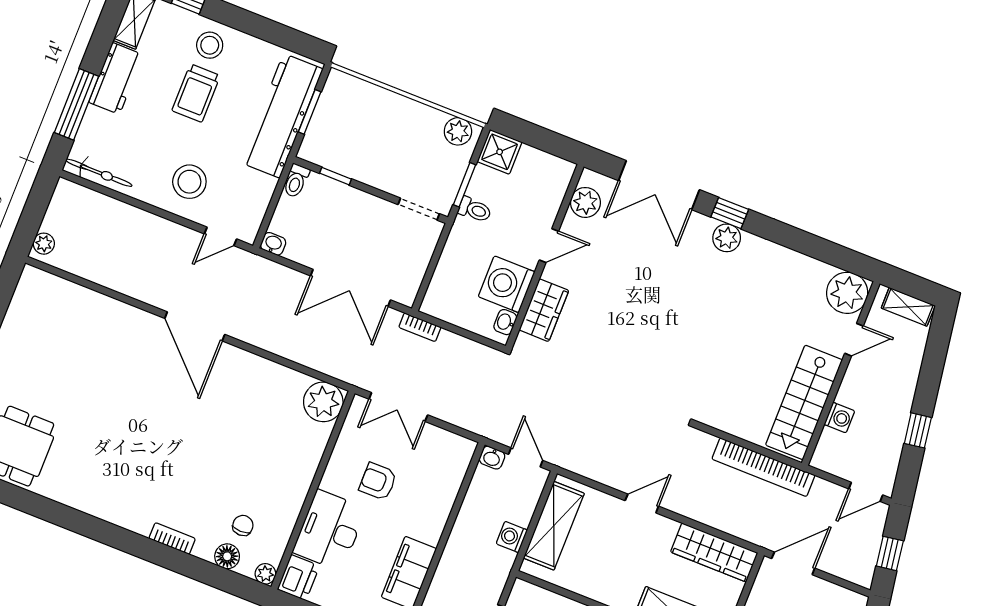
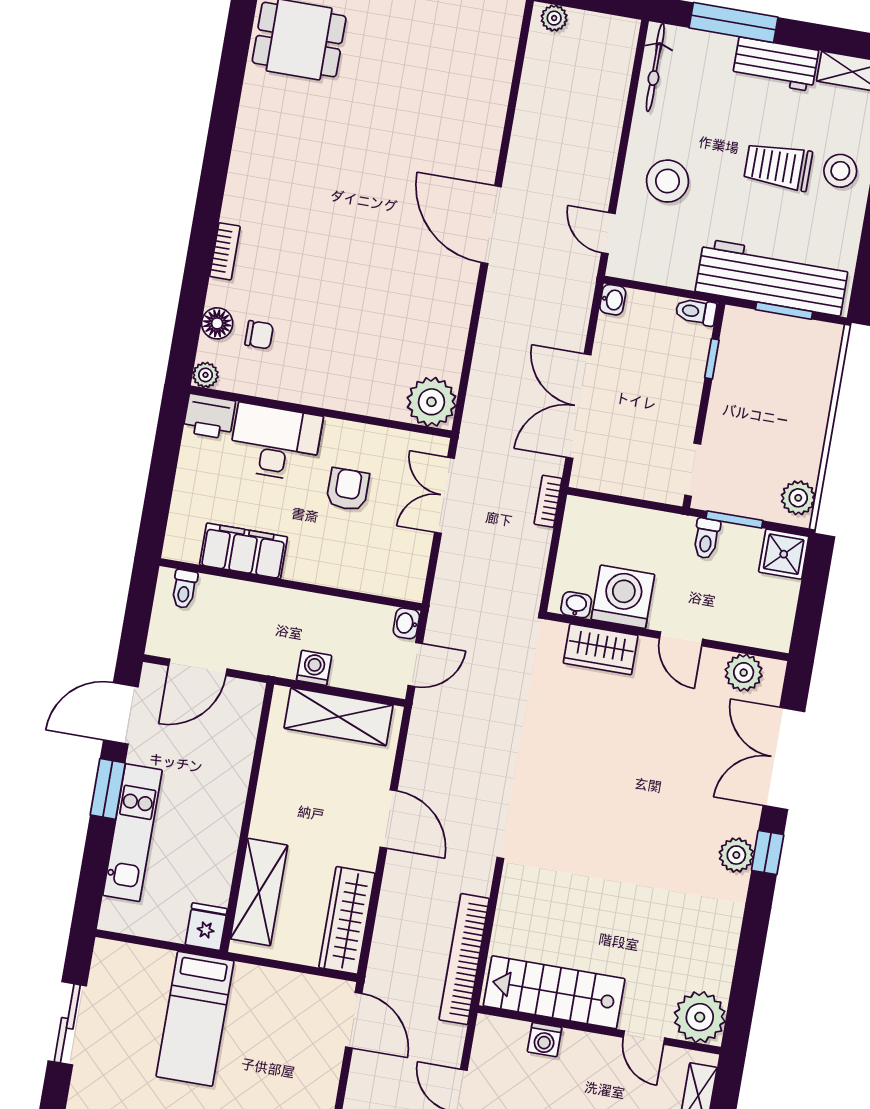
door: (195, 326) -> (491, 225), hinge flipped
door: (642, 503) -> (389, 819), width x1.37

